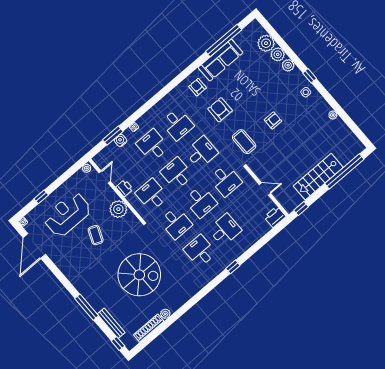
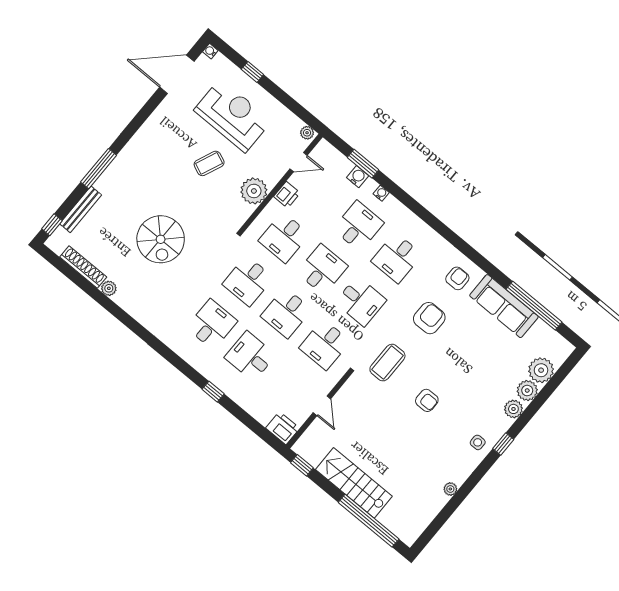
desk: (152, 195) -> (284, 238), turned 180
desk: (225, 230) -> (250, 356), turned 180
window: (233, 267) -> (213, 392), moved
spiral stairs: (139, 275) -> (161, 239), width x0.73, depth x0.73

